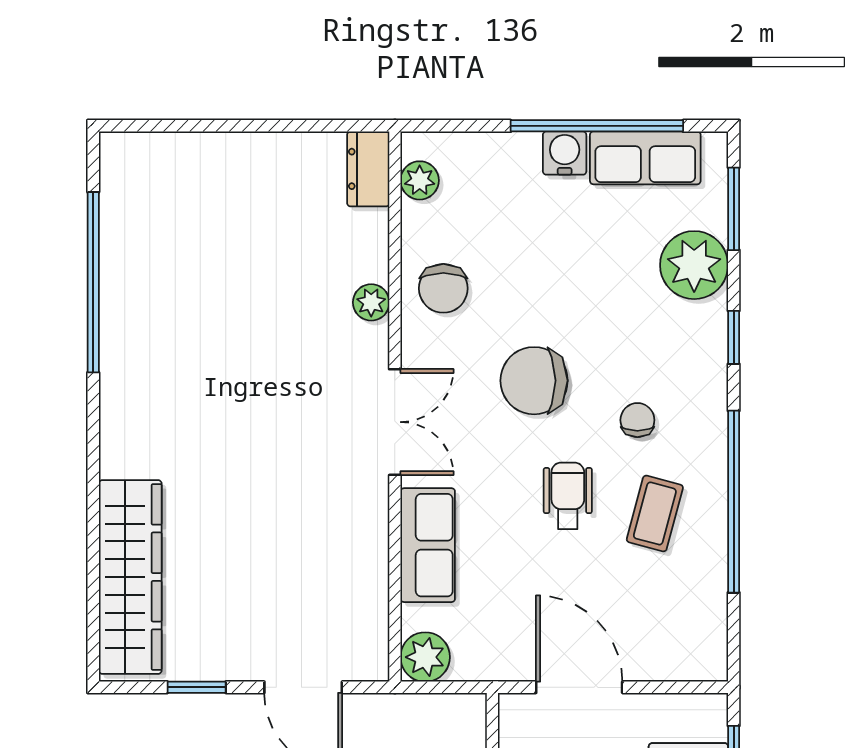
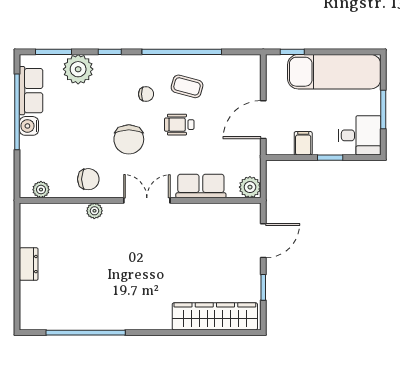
dresser: (368, 169) -> (29, 264), moved, turned -90
chair: (637, 420) -> (146, 94), turned 180

